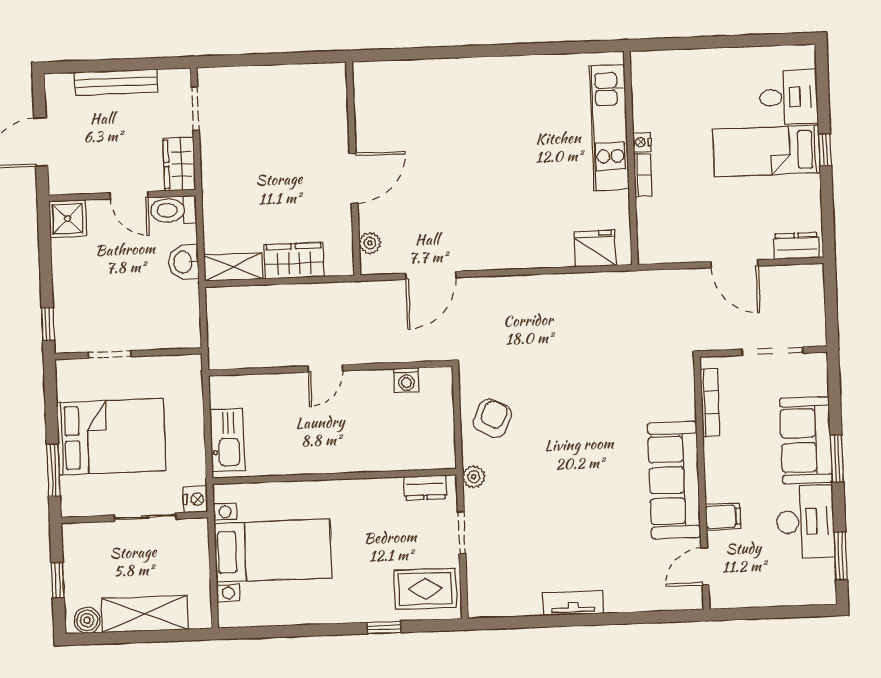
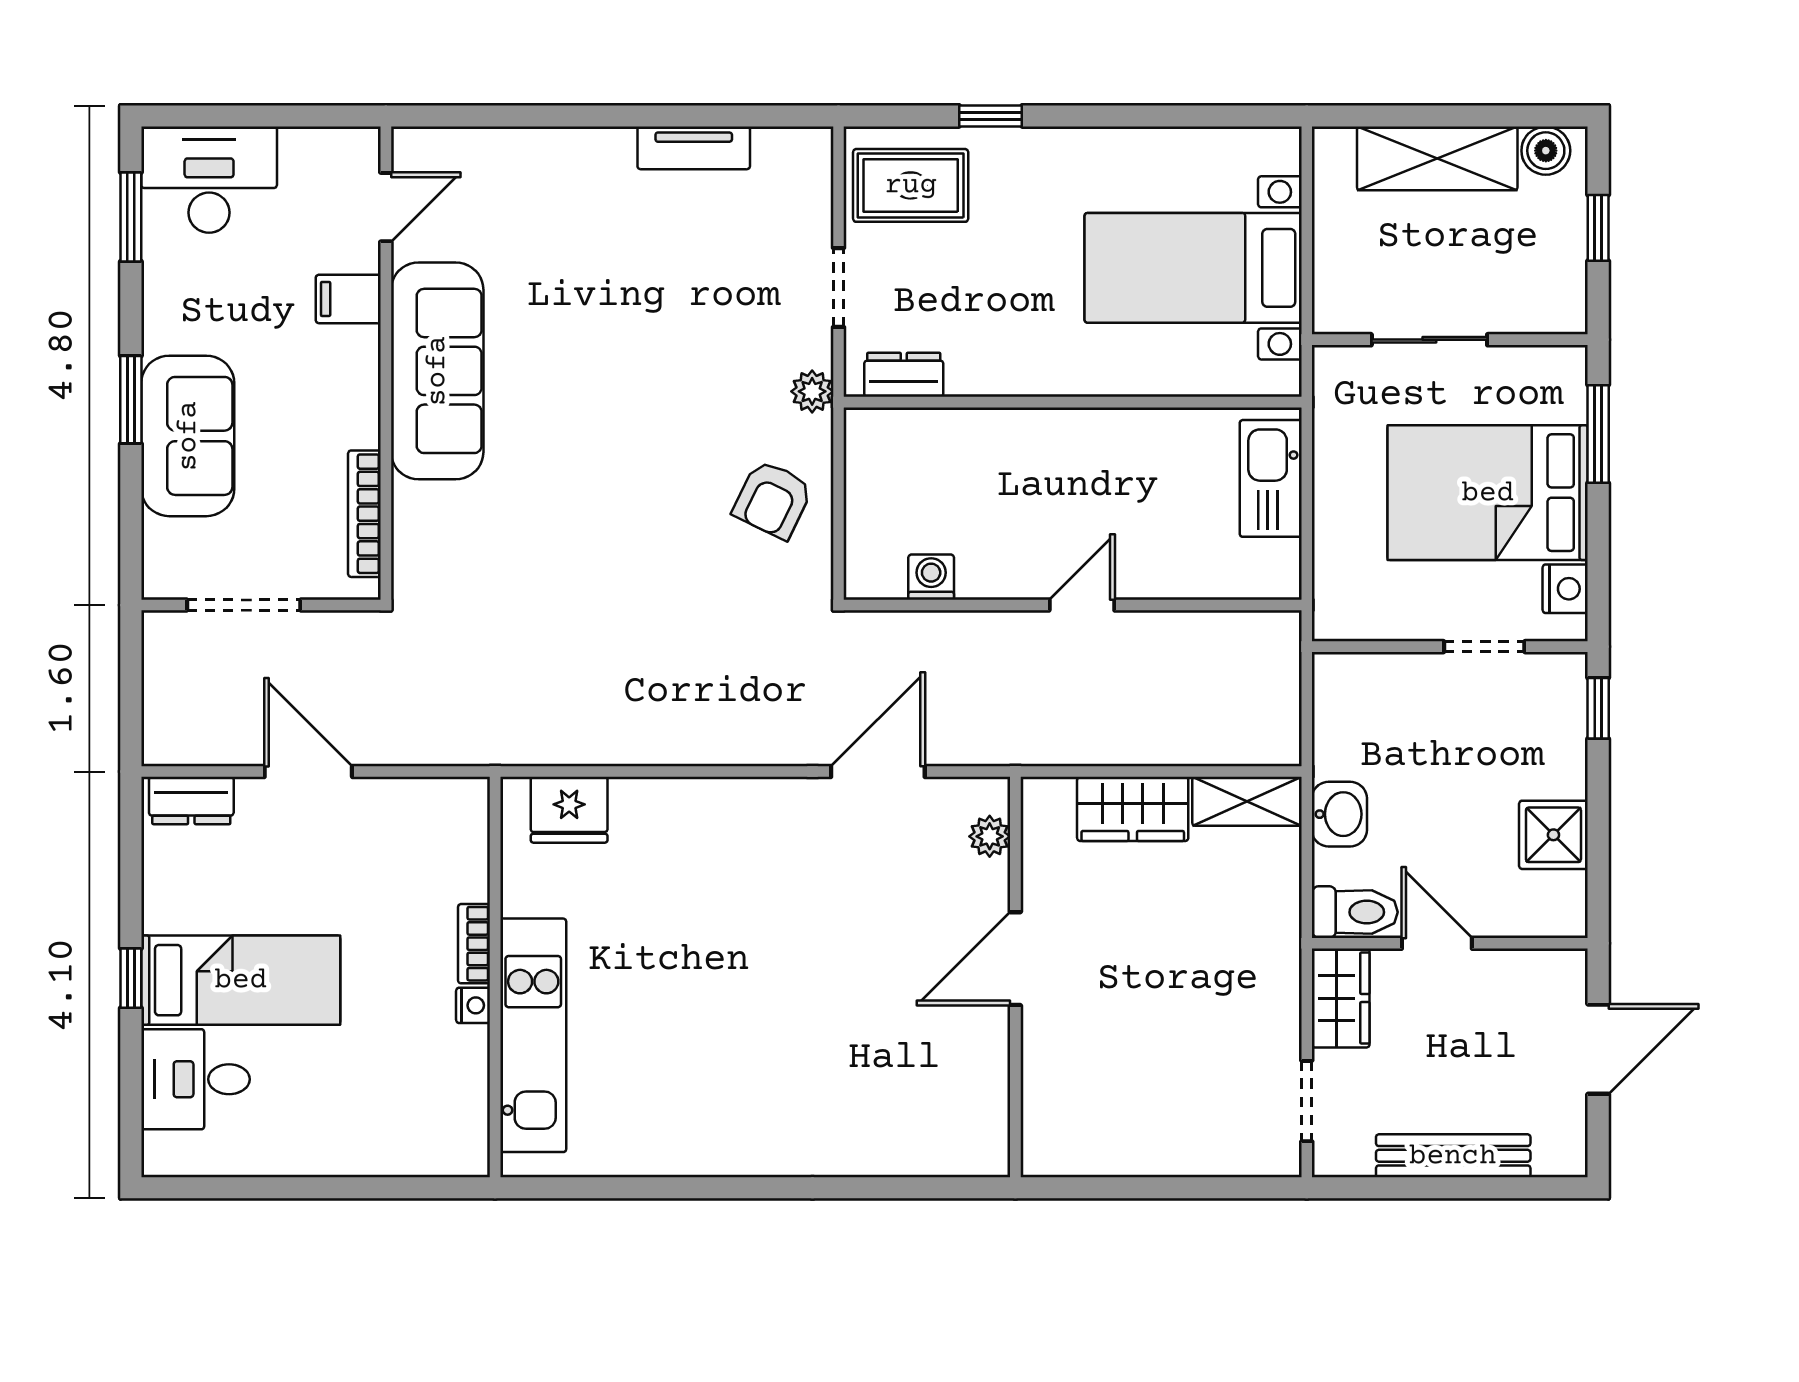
shower: (68, 219) -> (1553, 835), moved
nightstand: (195, 499) -> (1565, 589), moved, turned 180
desk: (805, 522) -> (209, 180), moved, turned 90
tv unit: (573, 603) -> (694, 148), moved

